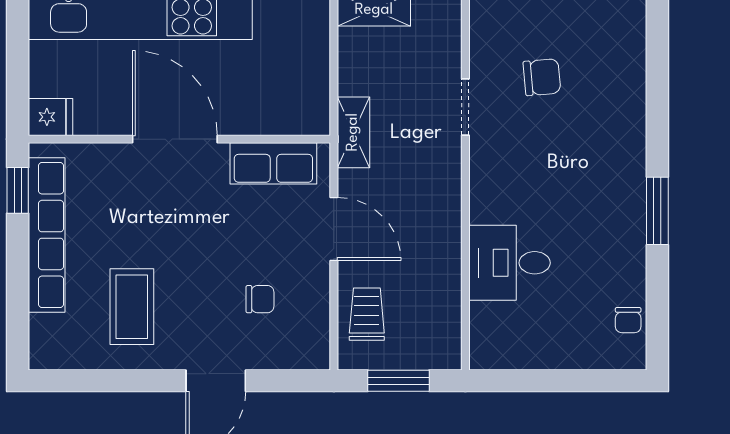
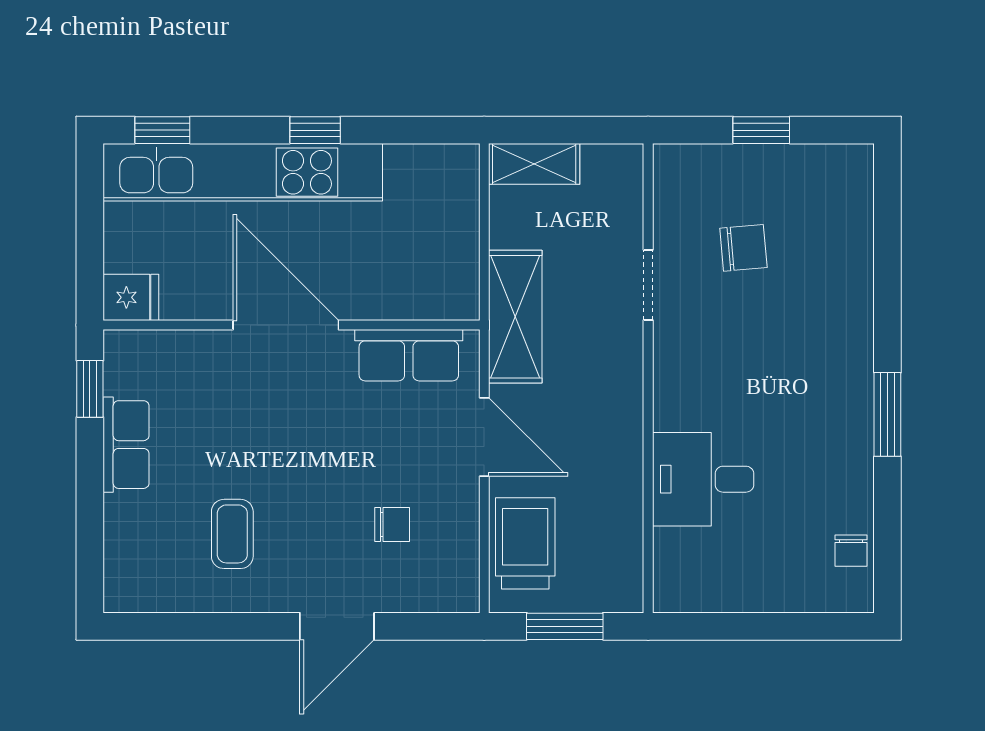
shelving: (353, 132) -> (515, 317), width x1.50, depth x1.33
row of seats: (47, 235) -> (126, 445), width x0.50
coffee table: (132, 307) -> (232, 534), width x0.73, depth x0.77
trolley: (367, 314) -> (525, 543), width x1.36, depth x1.39

